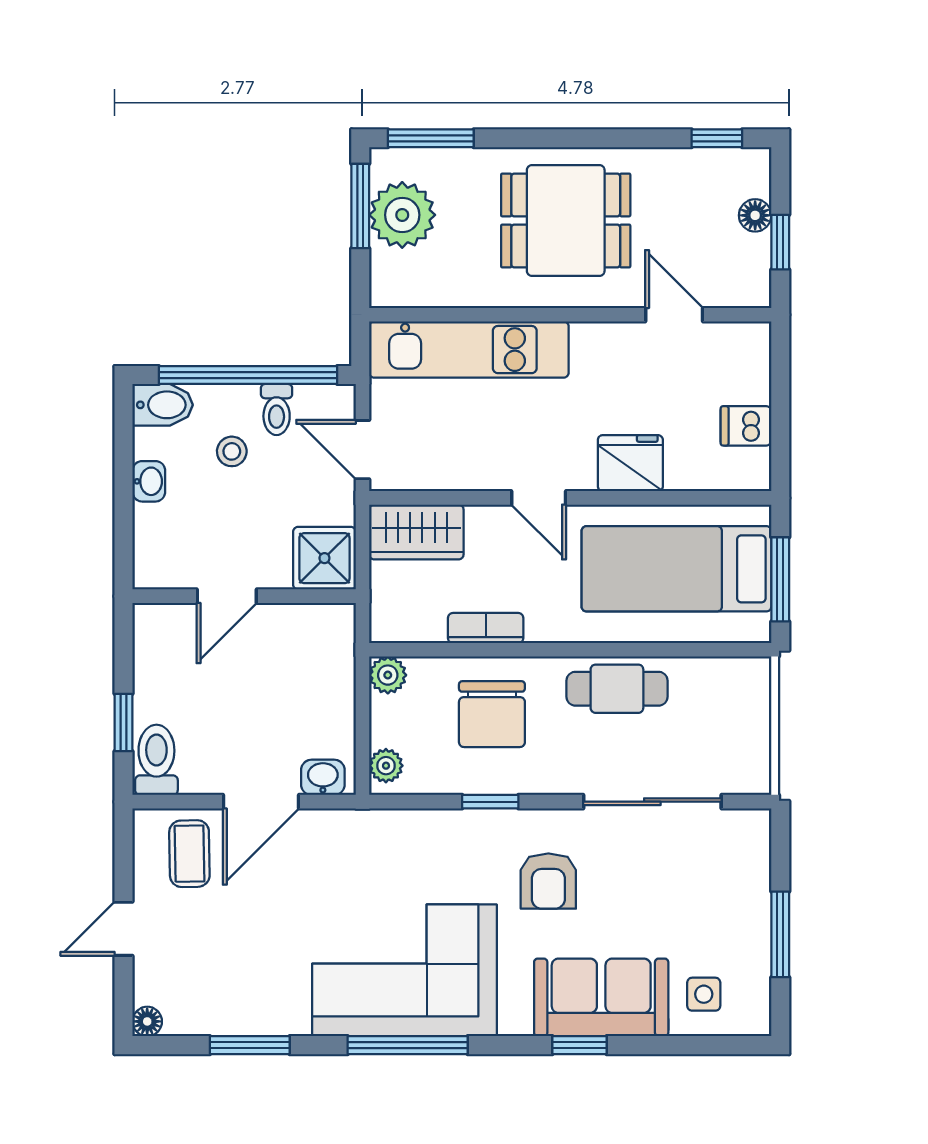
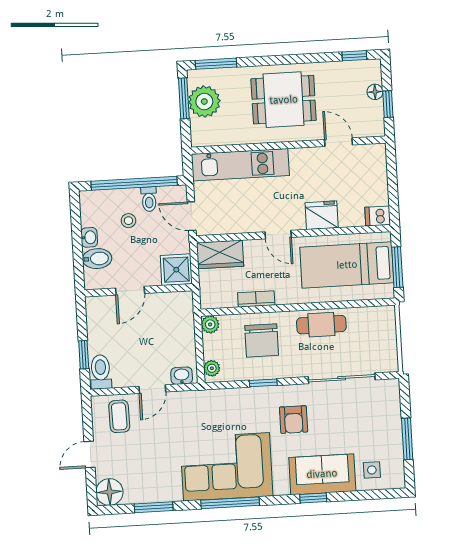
bidet: (163, 405) -> (97, 259), moved
dishwasher: (746, 426) -> (378, 216), moved
door: (261, 802) -> (152, 389), width x0.73
floor lamp: (147, 1021) -> (109, 492), width x1.89, depth x1.89

